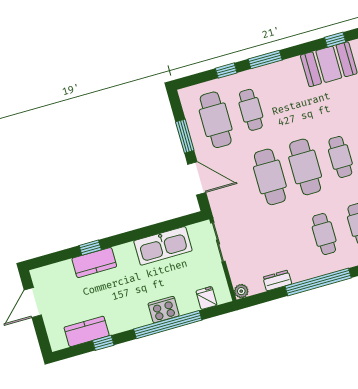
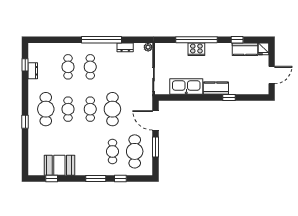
cafe table: (305, 167) -> (90, 109), width x0.73, depth x0.74
kitchen counter: (94, 263) -> (216, 88), moved
fridge: (206, 298) -> (263, 49), moved

